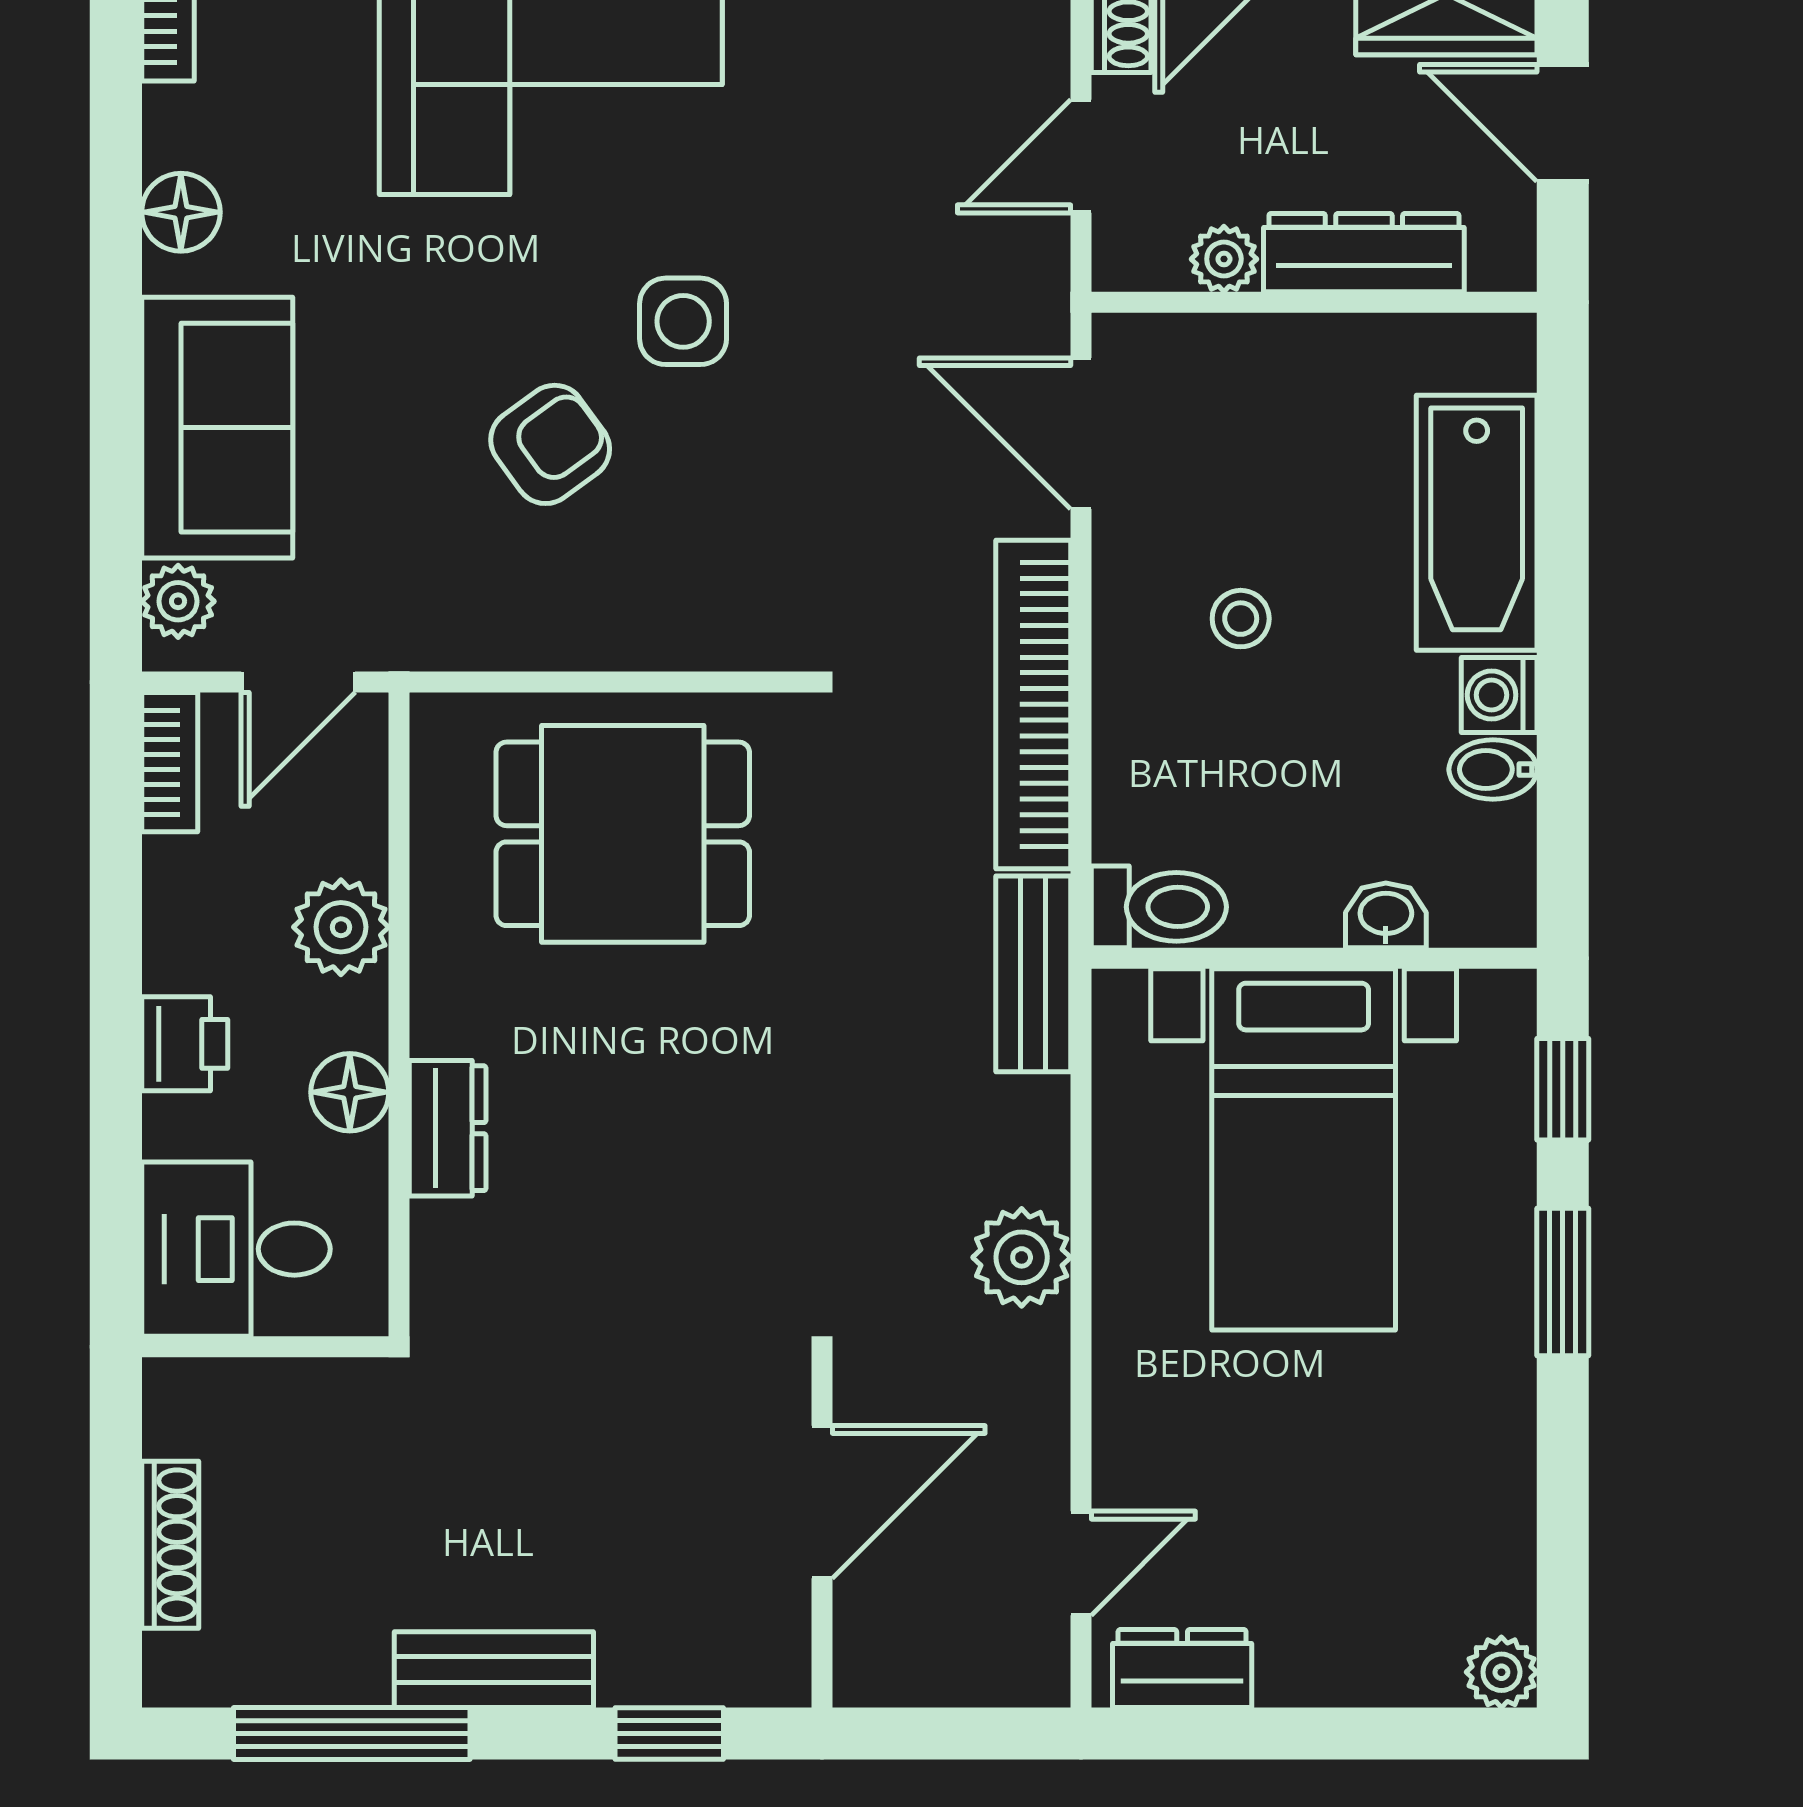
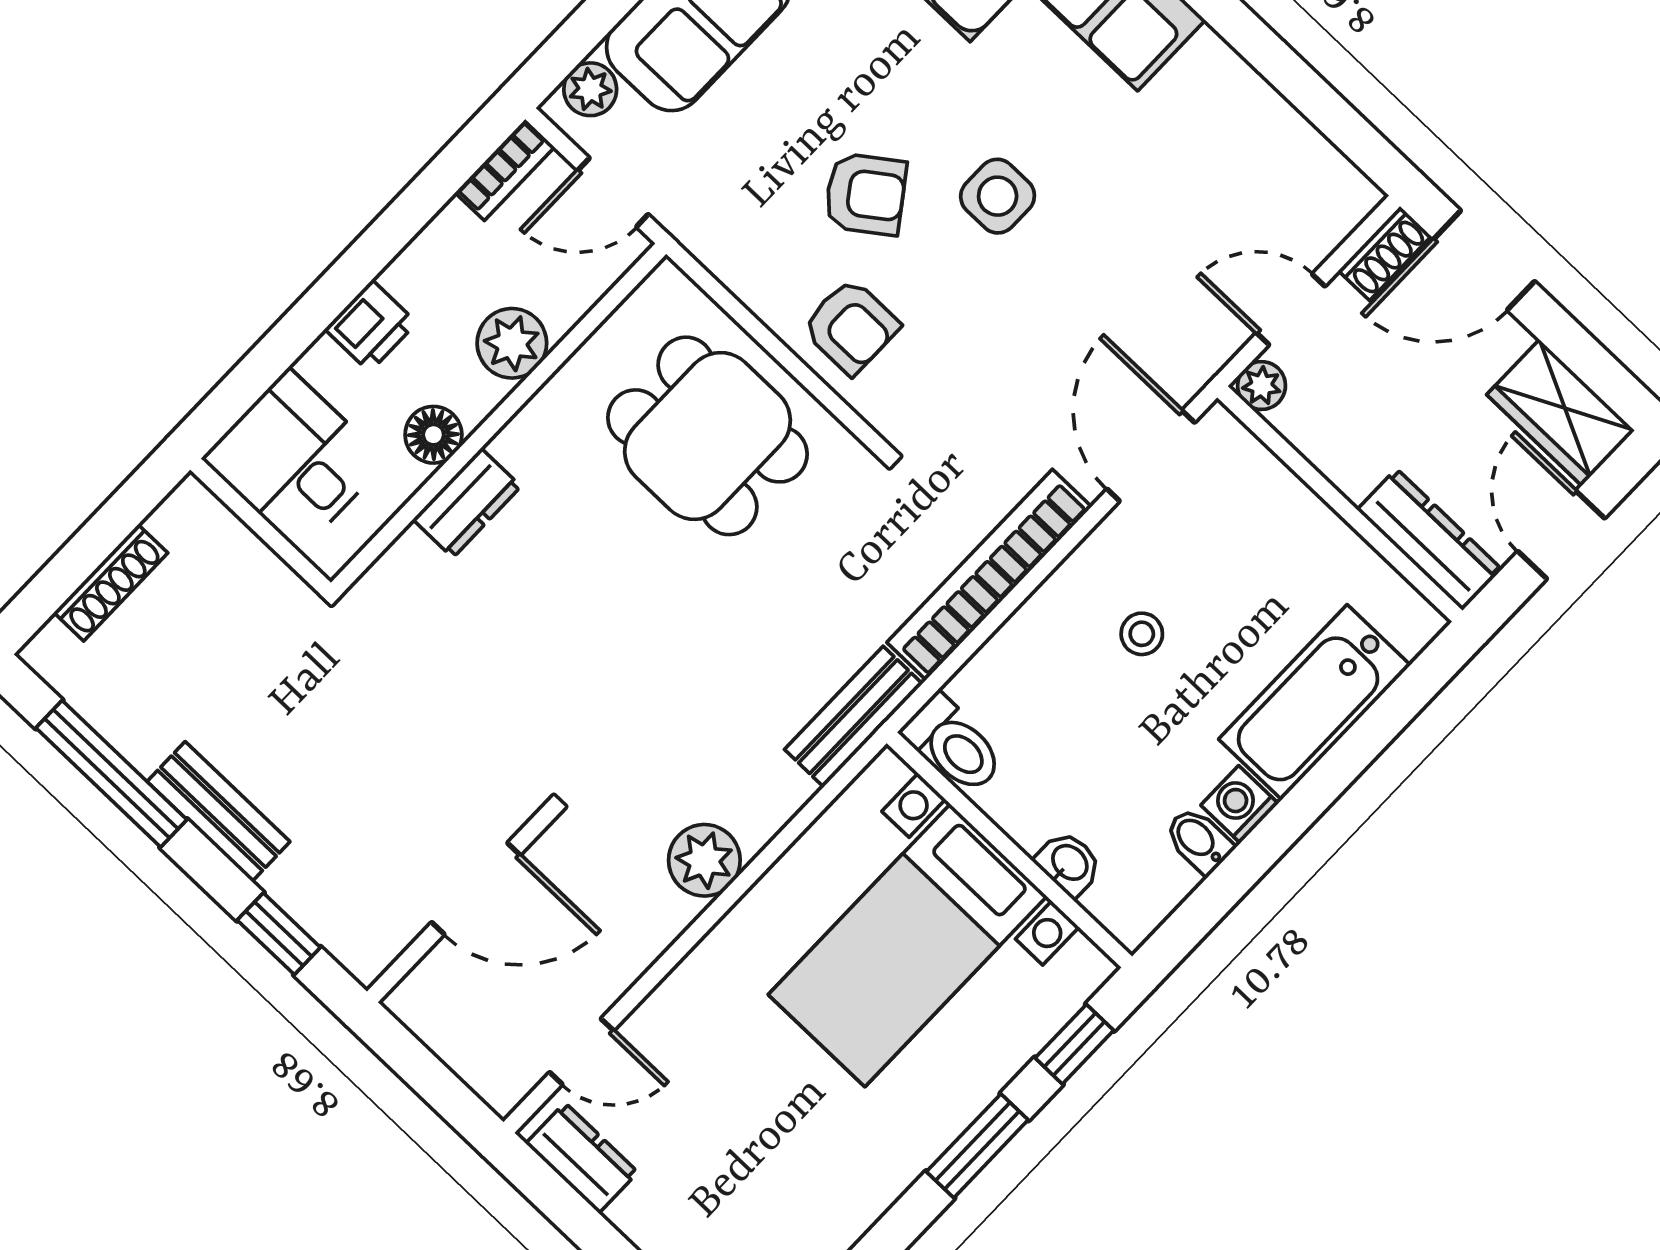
dresser: (1364, 253) -> (1429, 540), moved
plant: (1224, 259) -> (1262, 386), moved
armchair: (661, 590) -> (851, 327), added

